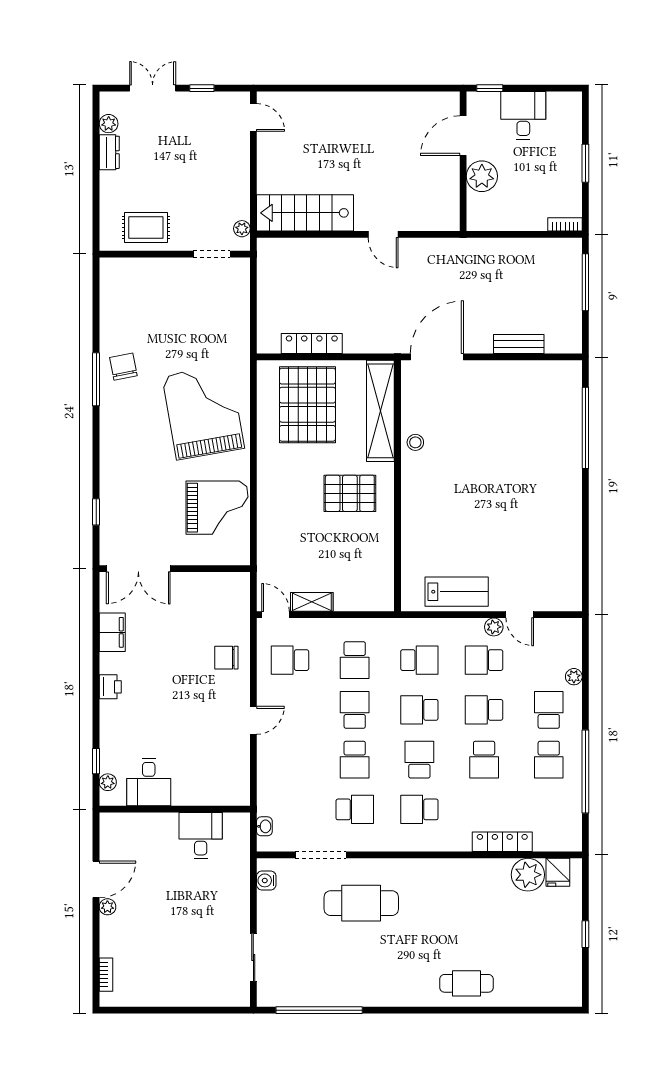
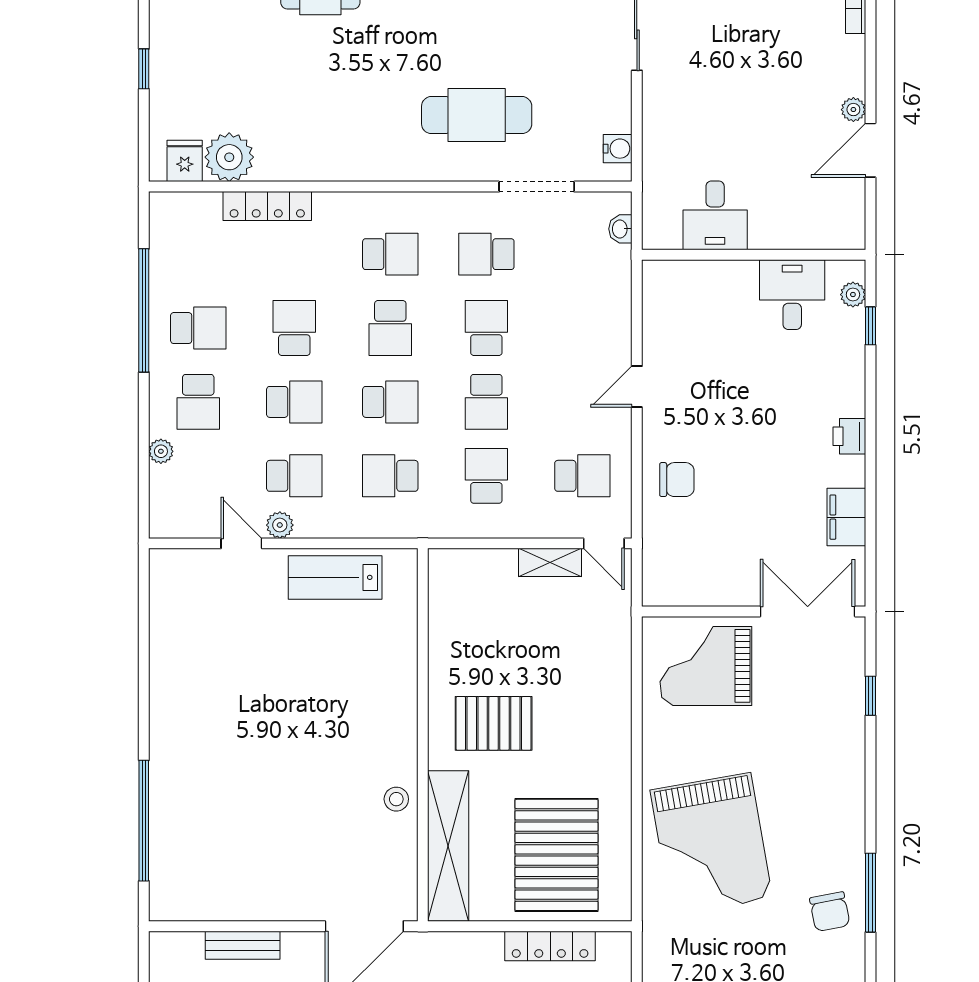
grand piano: (217, 508) -> (706, 666), moved
school desk: (549, 760) -> (198, 328), turned 90

